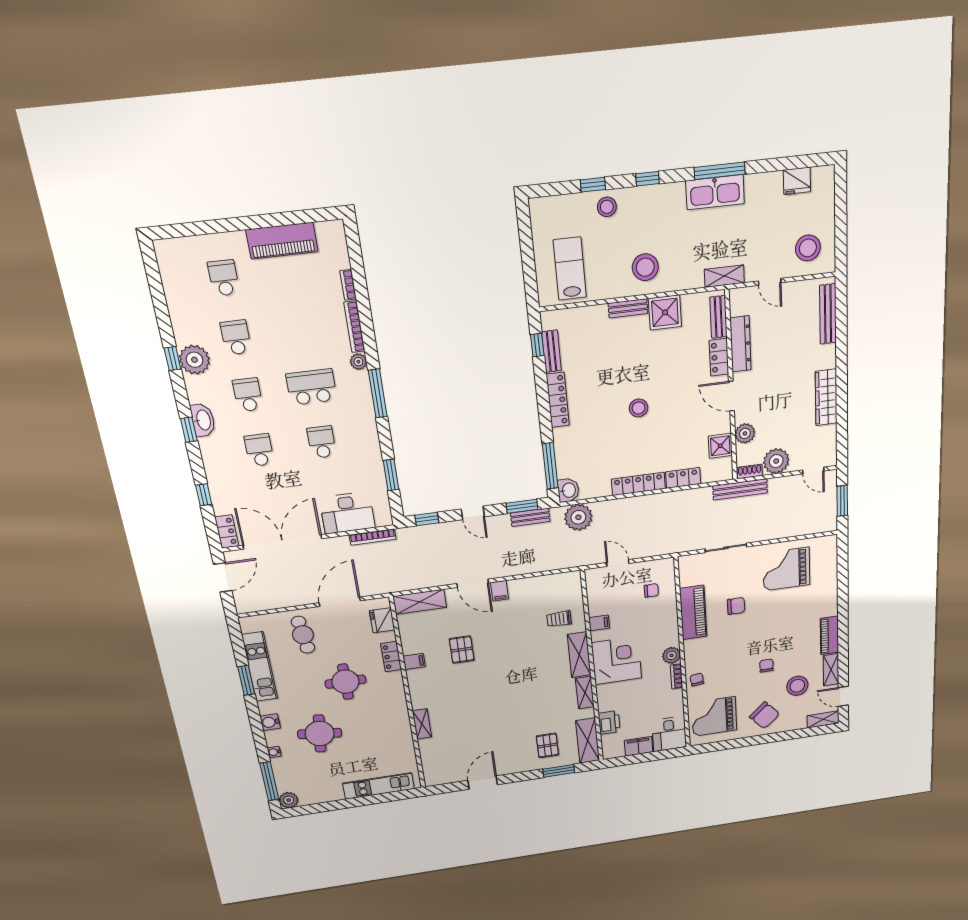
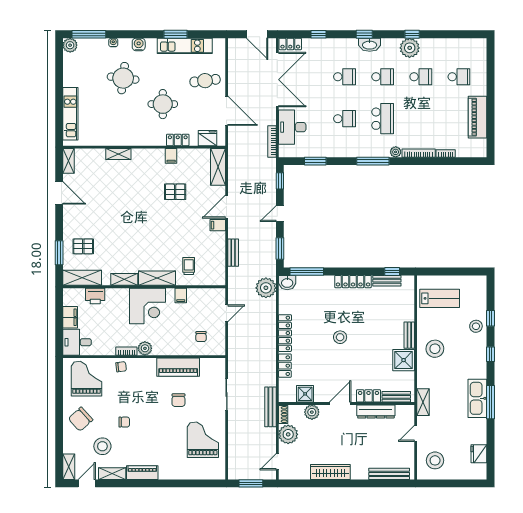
bench: (530, 517) -> (233, 253), moved
shelving: (440, 779) -> (69, 161), added

